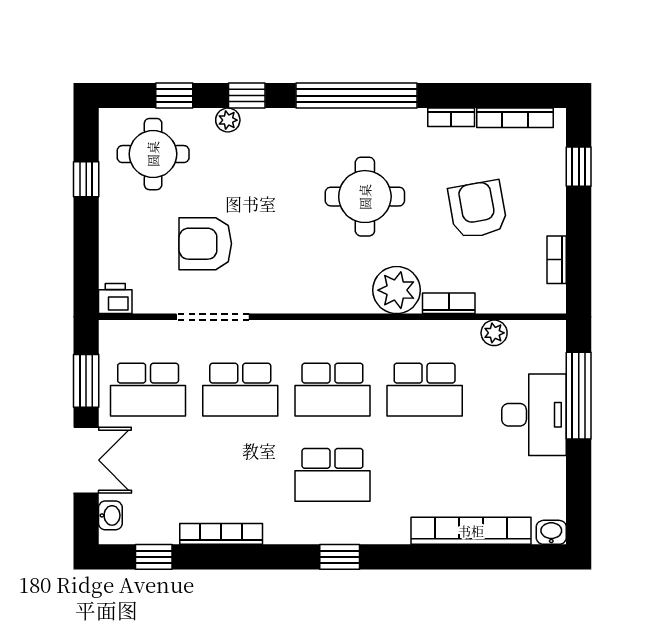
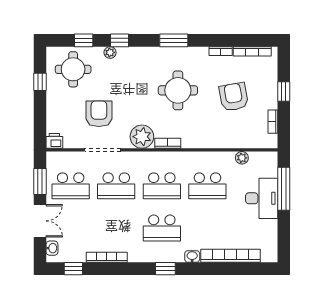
window: (357, 96) -> (174, 40), width x0.47
window: (579, 167) -> (284, 92), moved
armchair: (205, 244) -> (99, 114), turned 90
plant: (397, 290) -> (142, 137), moved
bookcase: (449, 303) -> (168, 143), moved
washbasin: (551, 532) -> (192, 256), moved

